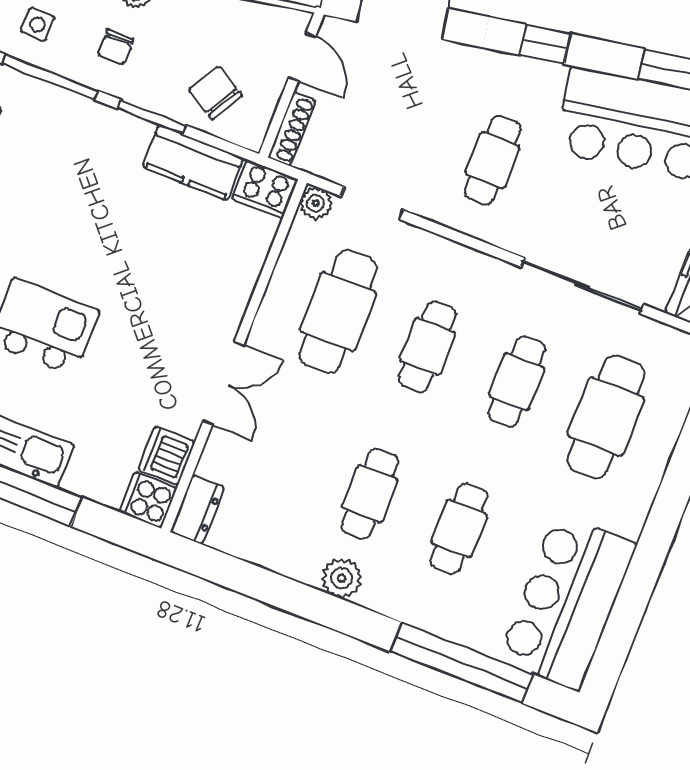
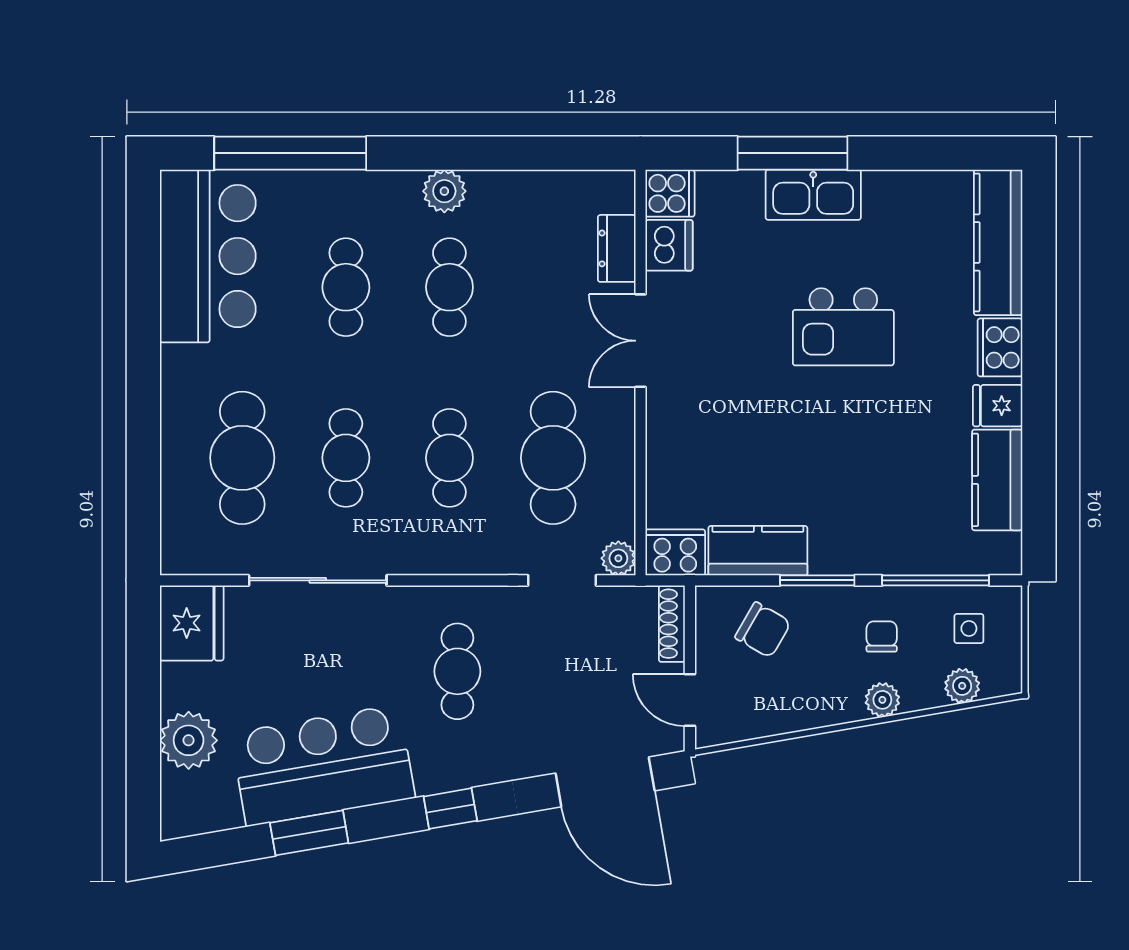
dresser: (197, 510) -> (617, 248), moved

